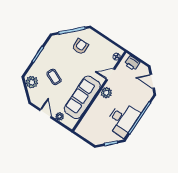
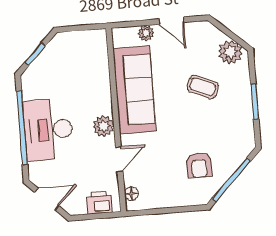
desk: (123, 119) -> (48, 130), moved

